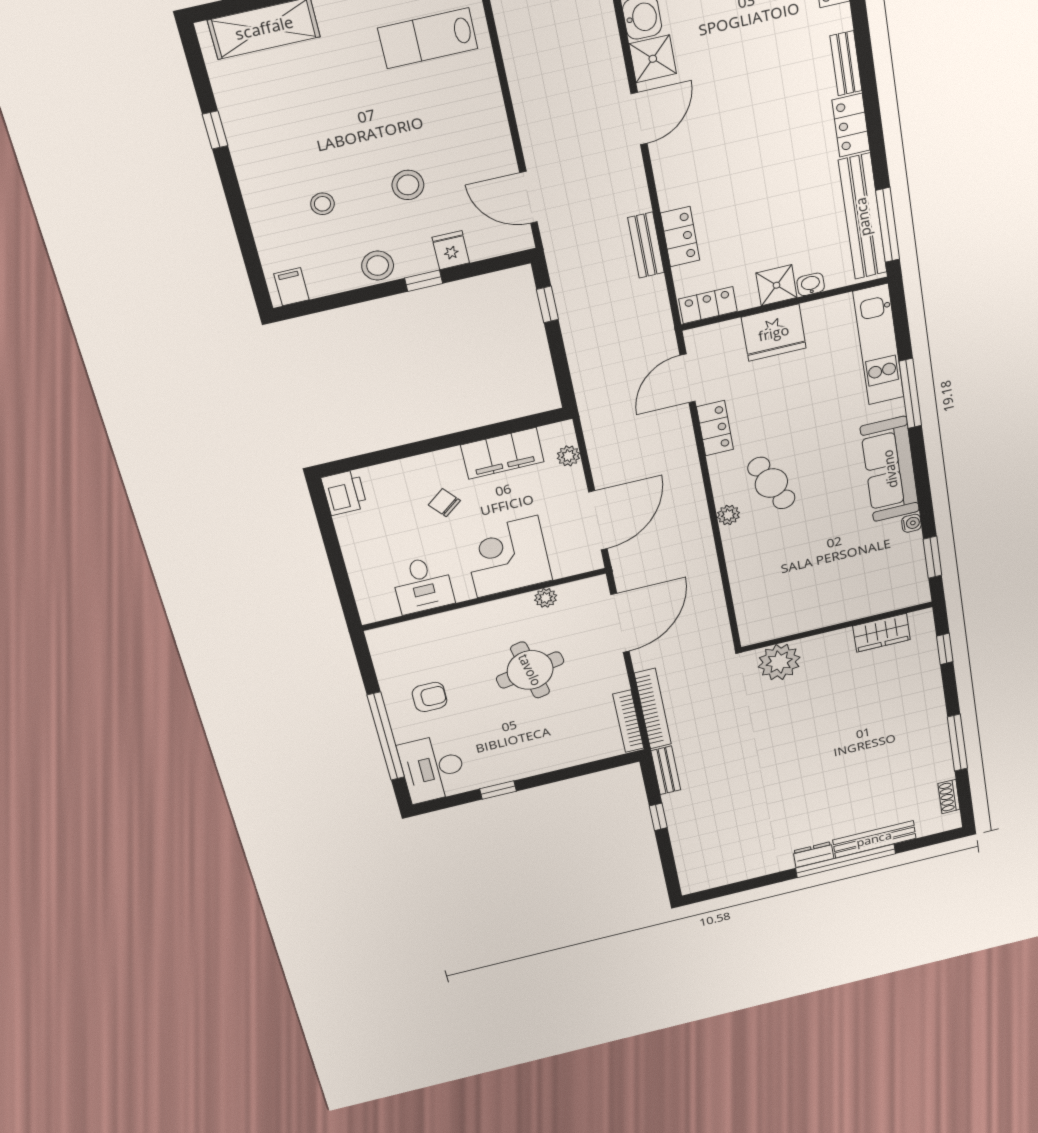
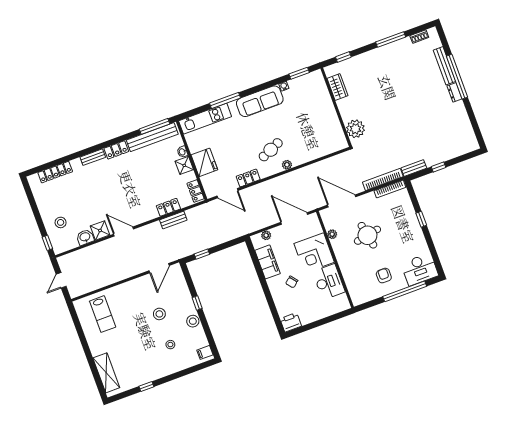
fridge: (451, 250) -> (184, 294), removed
desk: (423, 585) -> (329, 282), width x1.37
window: (498, 790) -> (421, 219), moved

